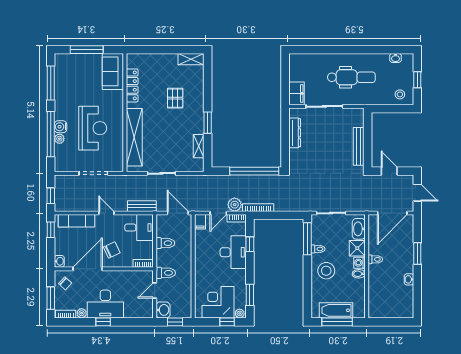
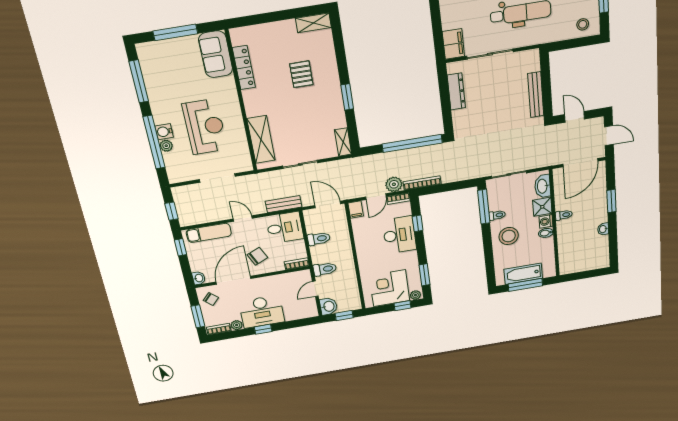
shelving: (134, 137) -> (261, 139), width x0.68
shelving: (199, 146) -> (343, 142), moved

